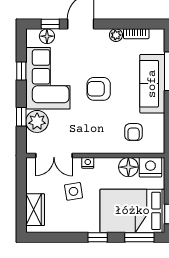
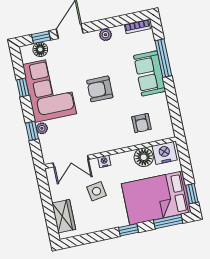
bookcase: (136, 34) -> (137, 27), moved
sofa: (152, 84) -> (150, 73), width x0.73
plant: (37, 121) -> (42, 128), width x0.53, depth x0.53

